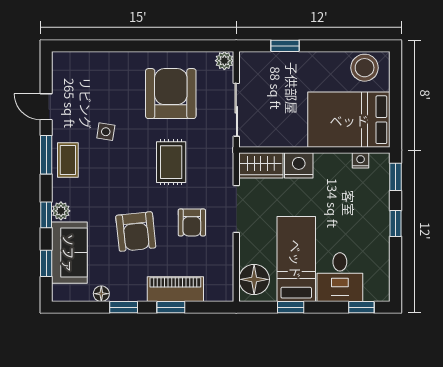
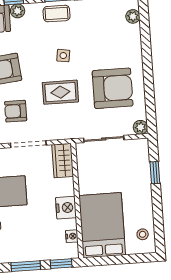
plant: (79, 60) -> (133, 16), added
stool: (365, 68) -> (143, 234), width x0.53, depth x0.53
side table: (106, 132) -> (63, 56), moved
nightstand: (299, 165) -> (66, 208), moved
window: (396, 223) -> (26, 266), width x1.50

